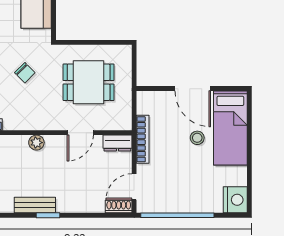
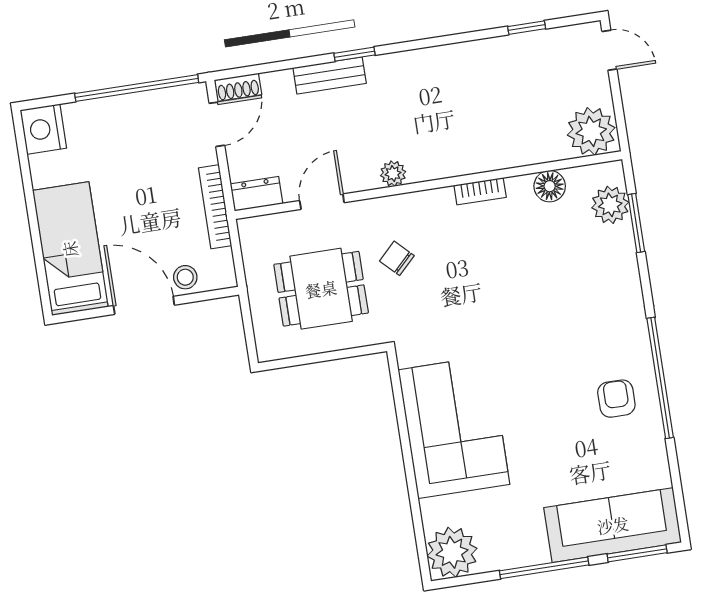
chair: (25, 73) -> (397, 258), moved
stool: (197, 138) -> (185, 277), moved
bench: (35, 205) -> (330, 76), moved

